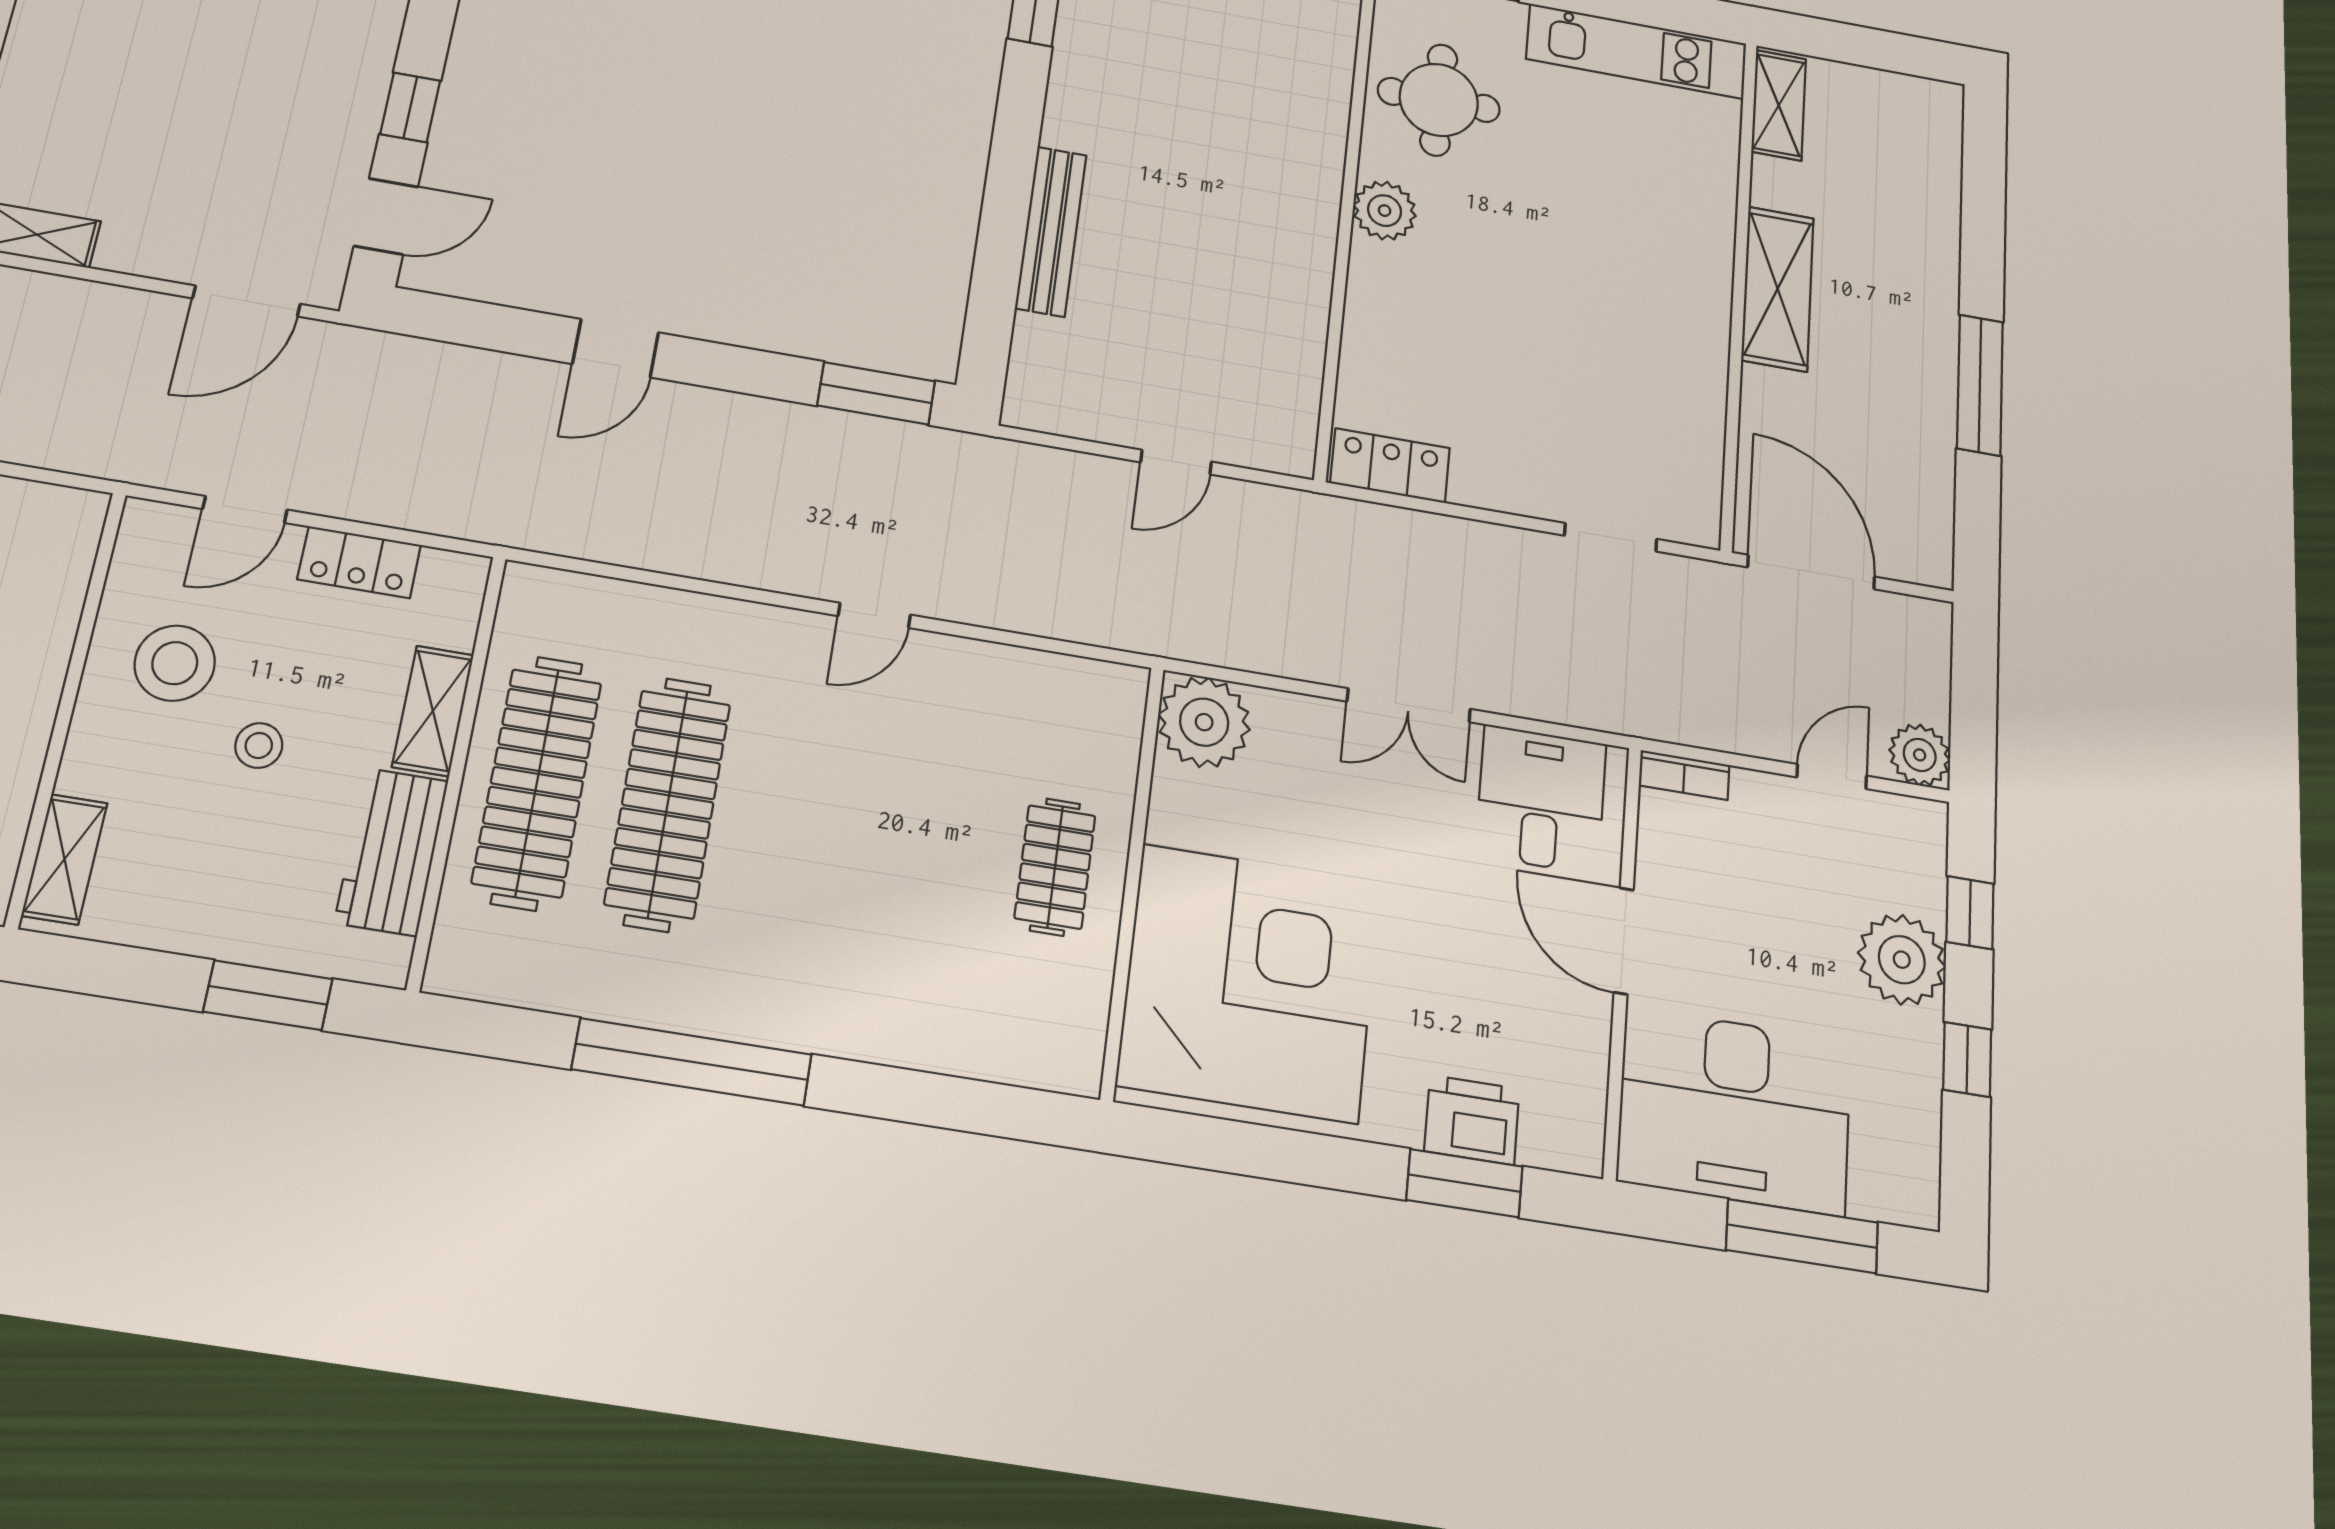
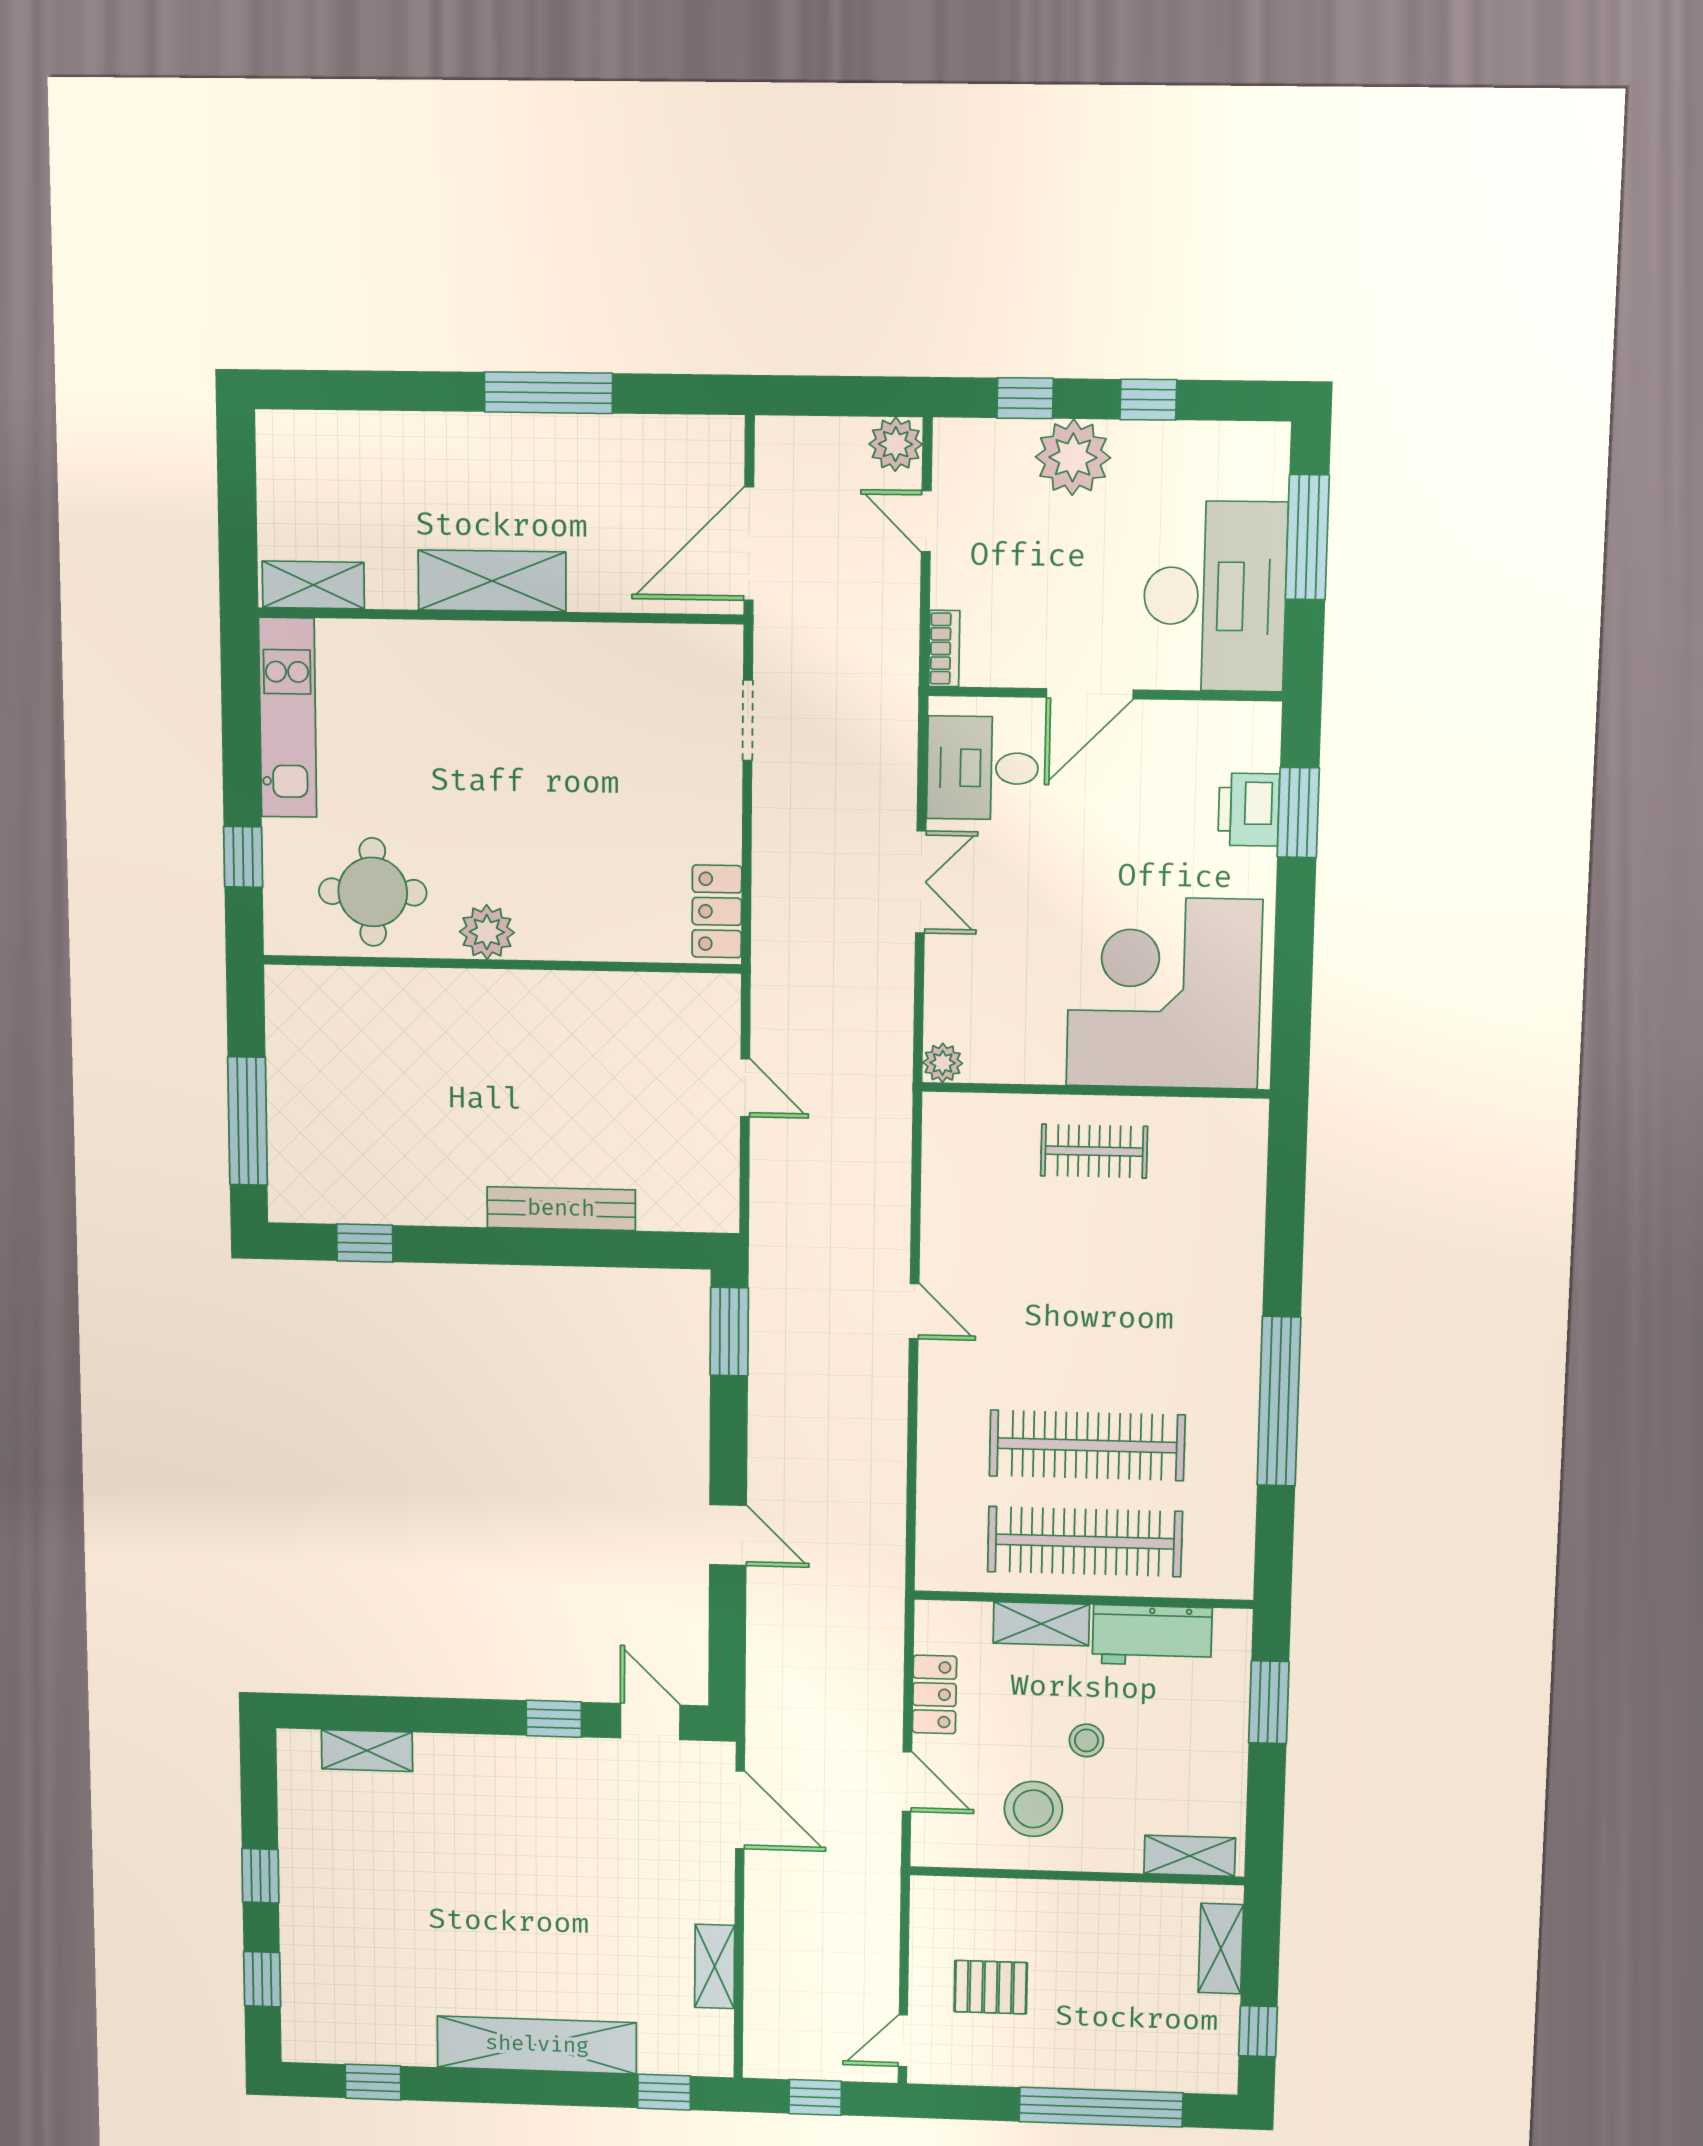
plant: (1204, 722) -> (943, 1063), width x0.53, depth x0.53

